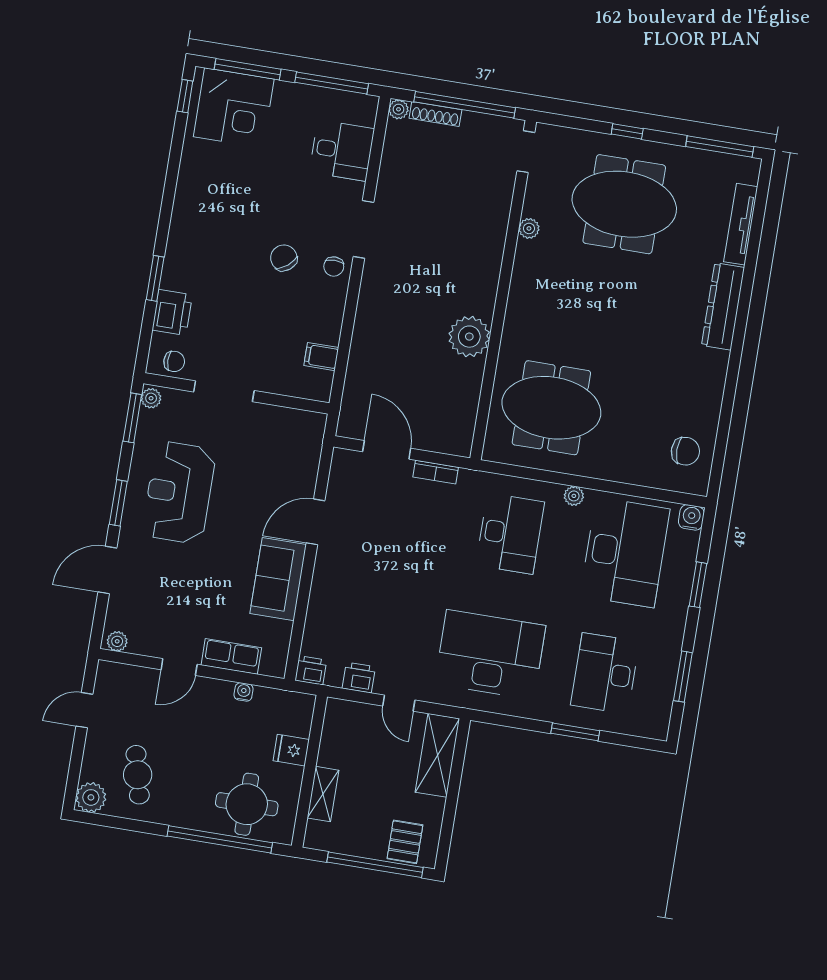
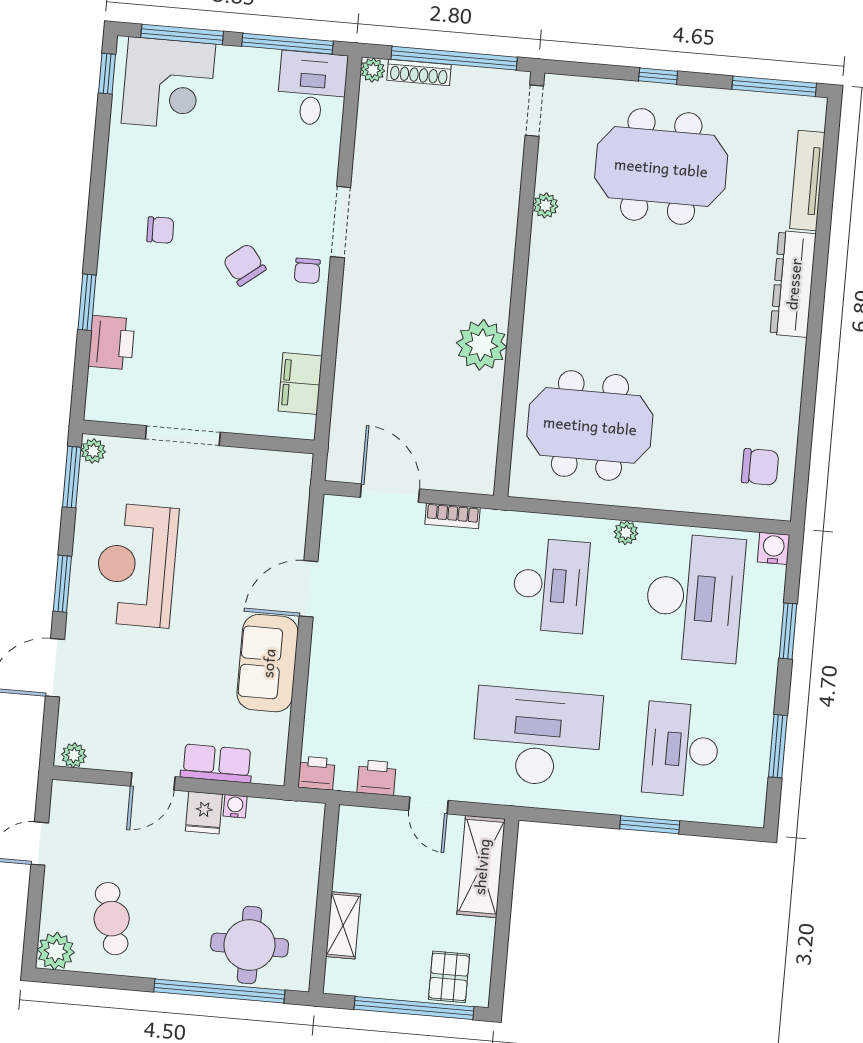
desk: (342, 150) -> (312, 88), moved, turned -90
filing cabinet: (321, 357) -> (300, 383), width x2.00
chair: (174, 361) -> (160, 230), moved
fridge: (291, 750) -> (204, 813), moved, turned -90

